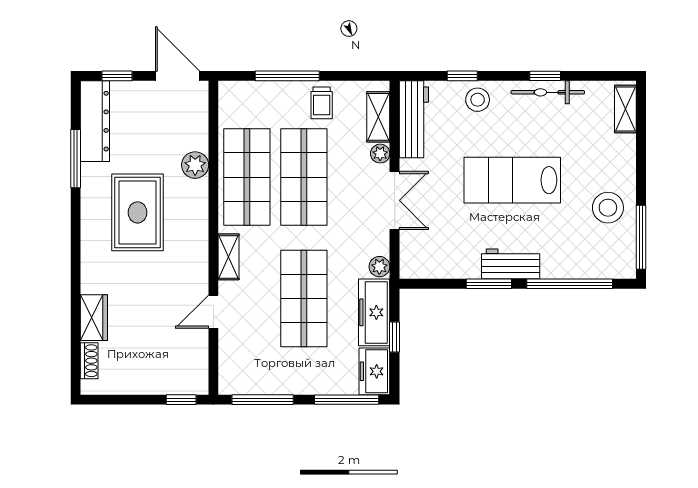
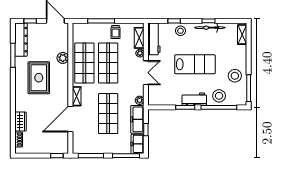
lab bench: (512, 180) -> (195, 64), turned 180
stool: (570, 256) -> (219, 96), added
door: (213, 312) -> (70, 119), width x1.87

